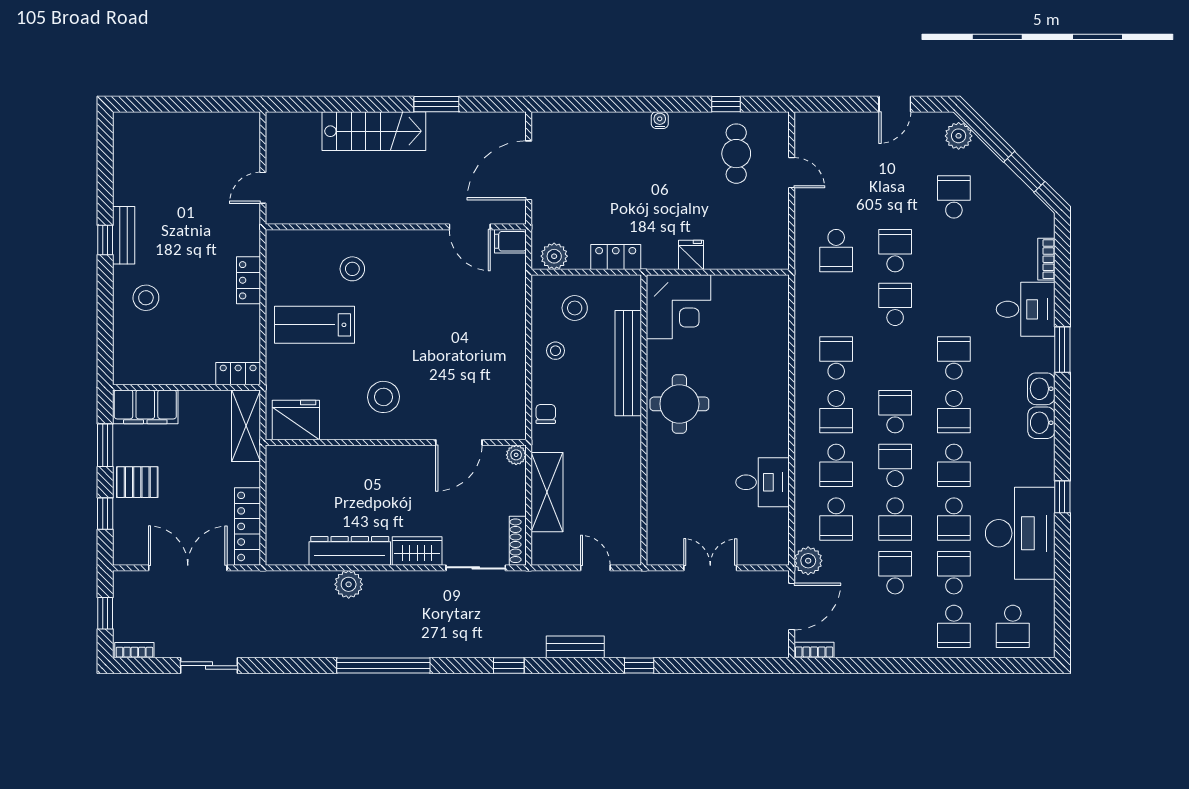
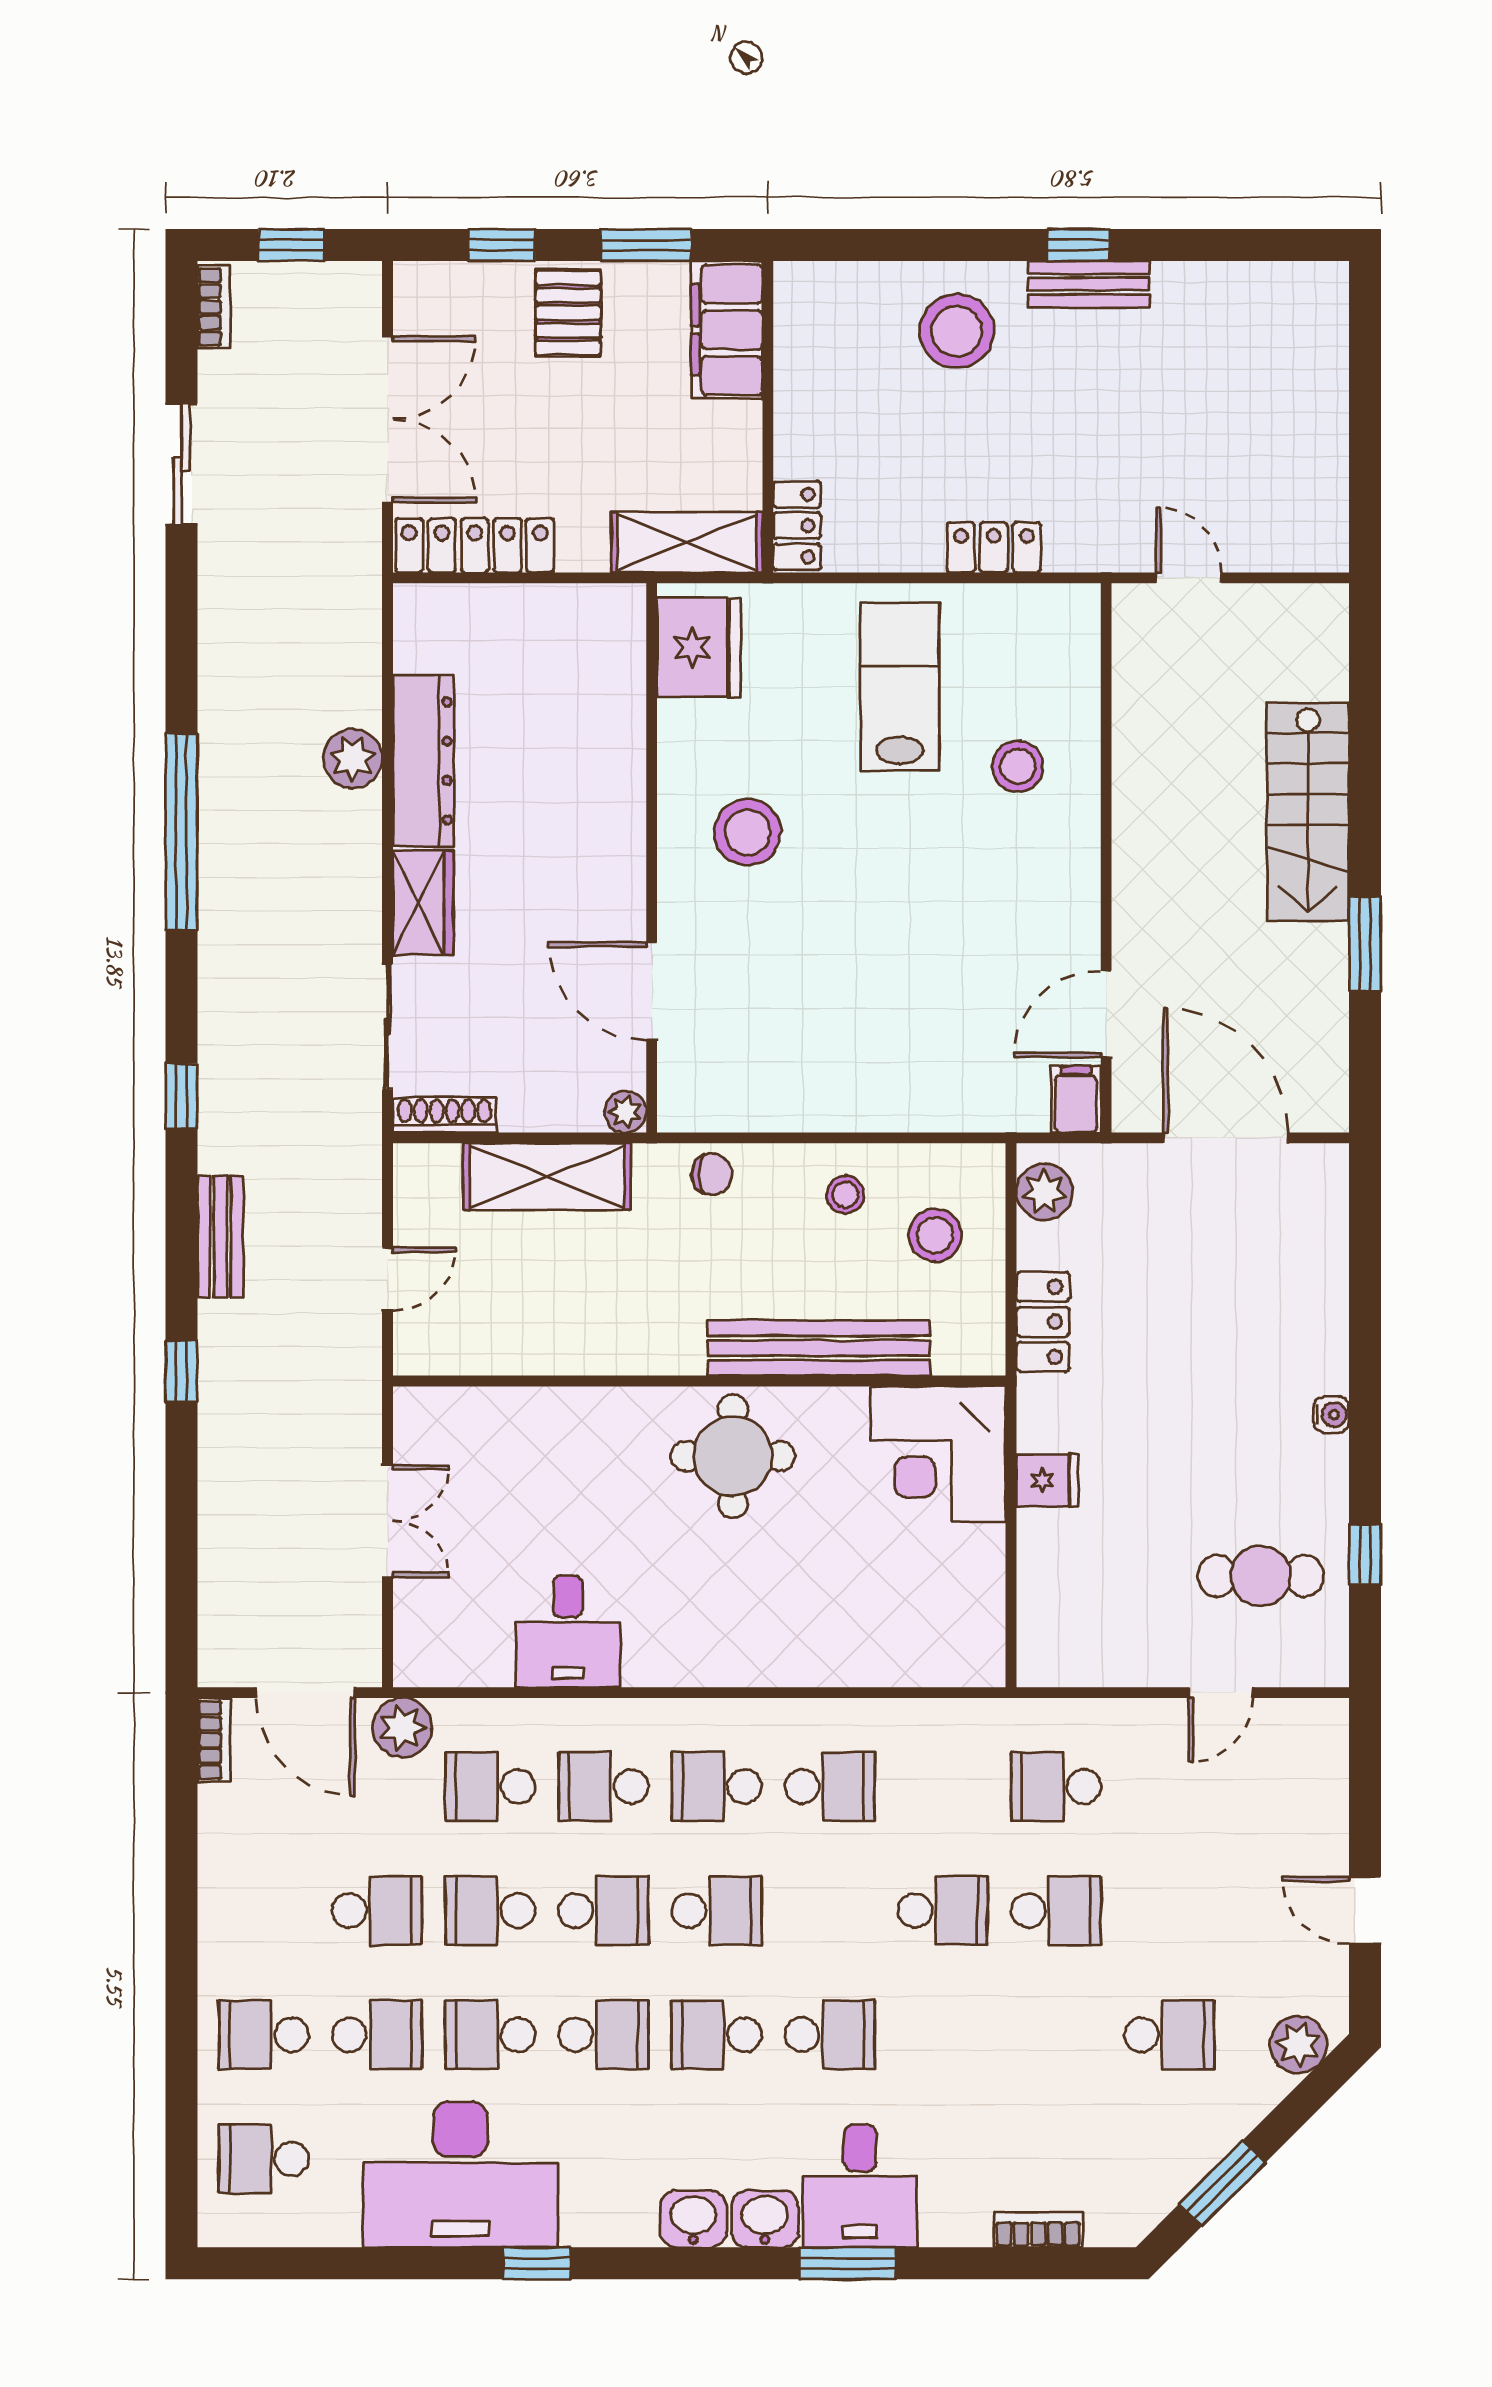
stool: (146, 298) -> (957, 331), width x1.38, depth x1.38
desk: (1026, 309) -> (860, 2186), moved
school desk: (954, 465) -> (603, 2035), turned 180

